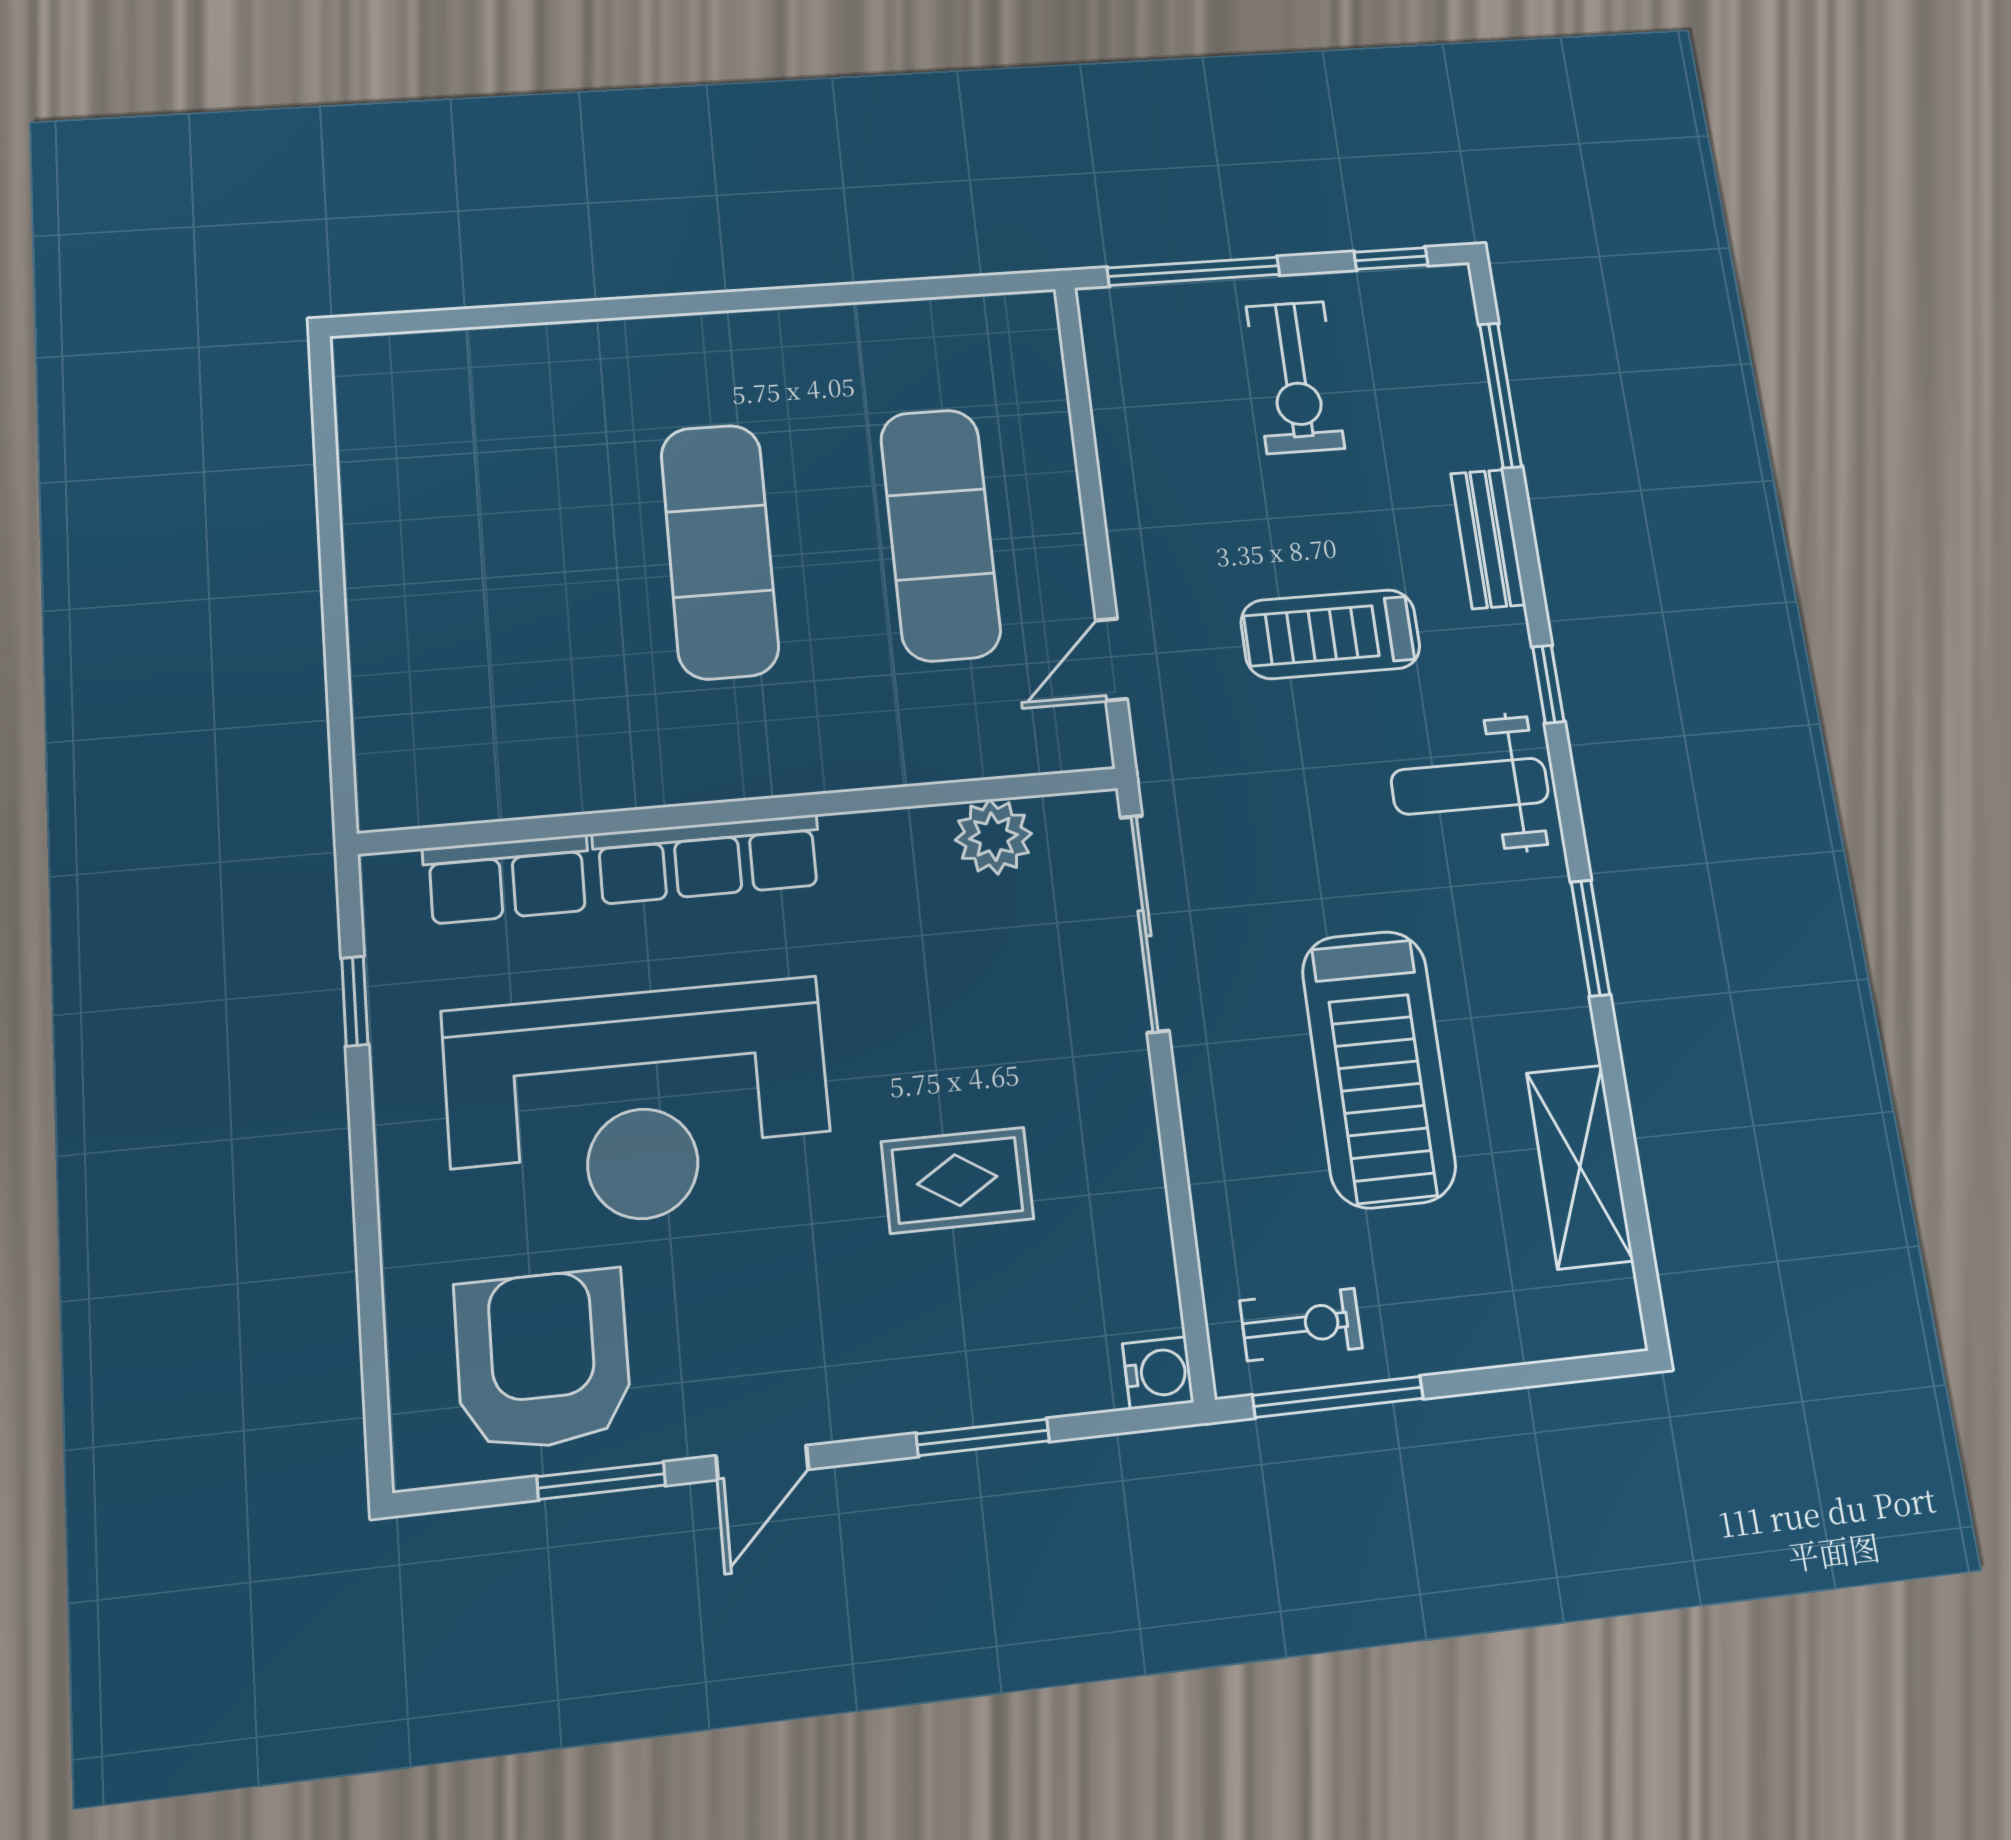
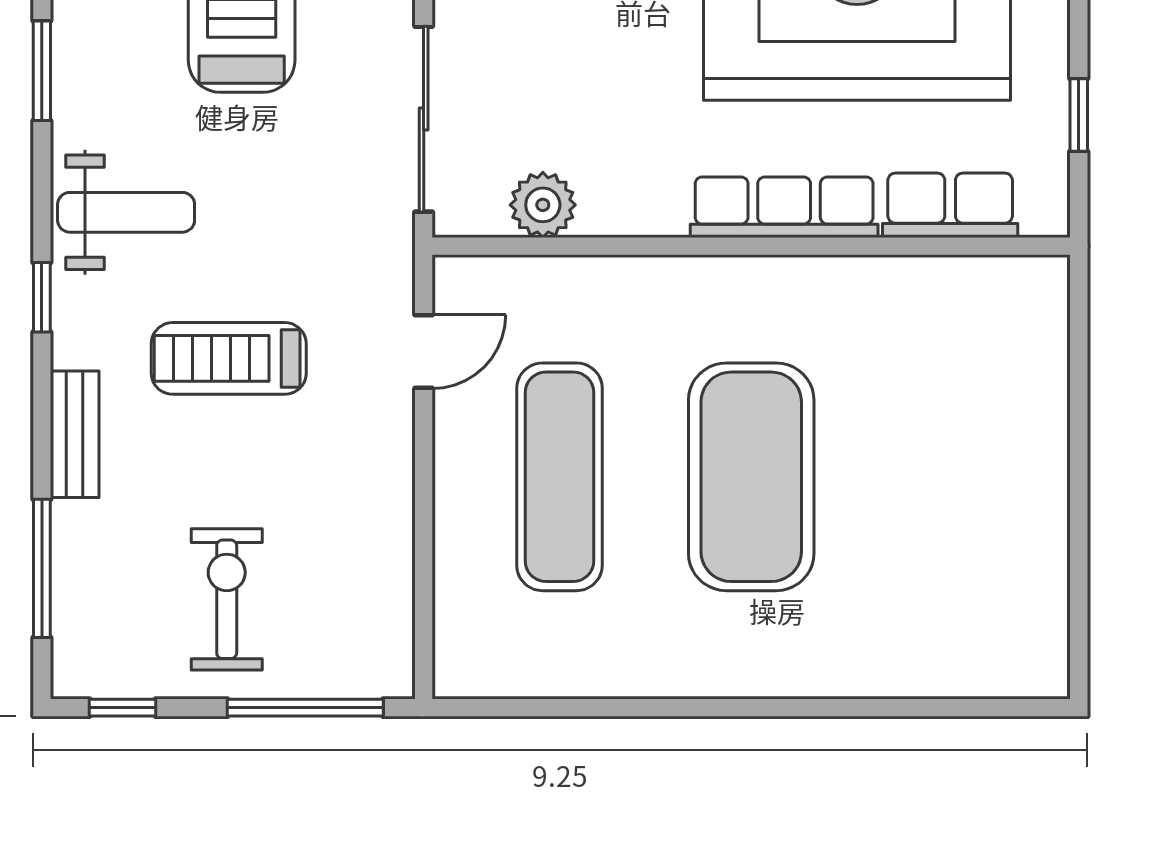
exercise mat: (720, 551) -> (751, 477), width x1.47
treadmill: (1330, 634) -> (229, 358), turned 180

